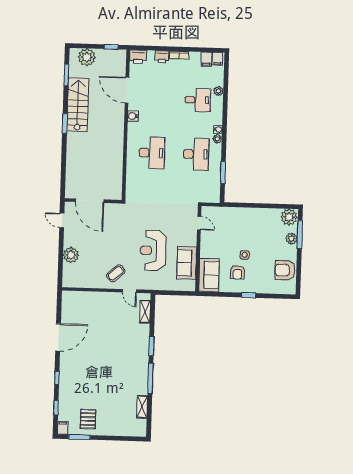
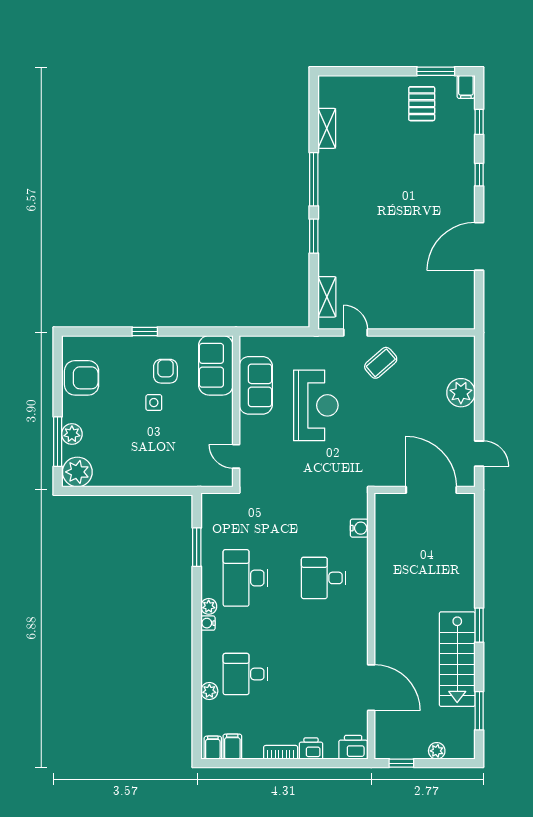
plant: (87, 57) -> (437, 751), width x0.53, depth x0.53
water cooler: (133, 116) -> (359, 528), moved
desk: (152, 153) -> (324, 578), width x0.73

